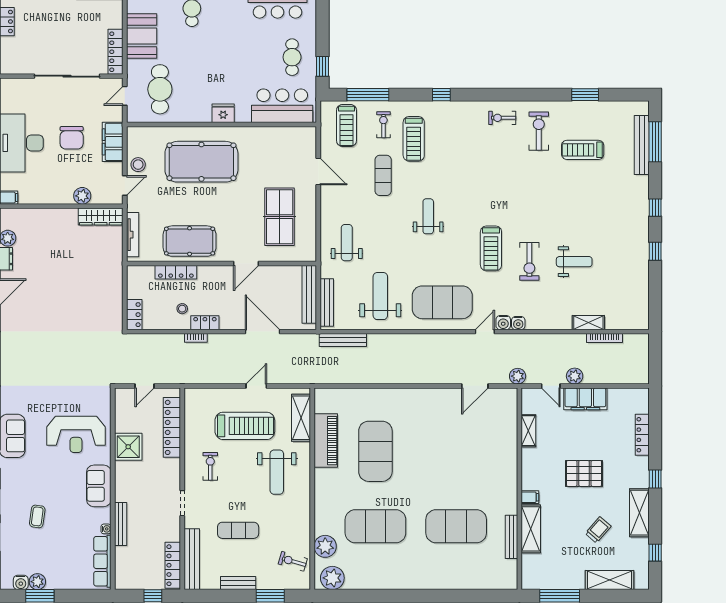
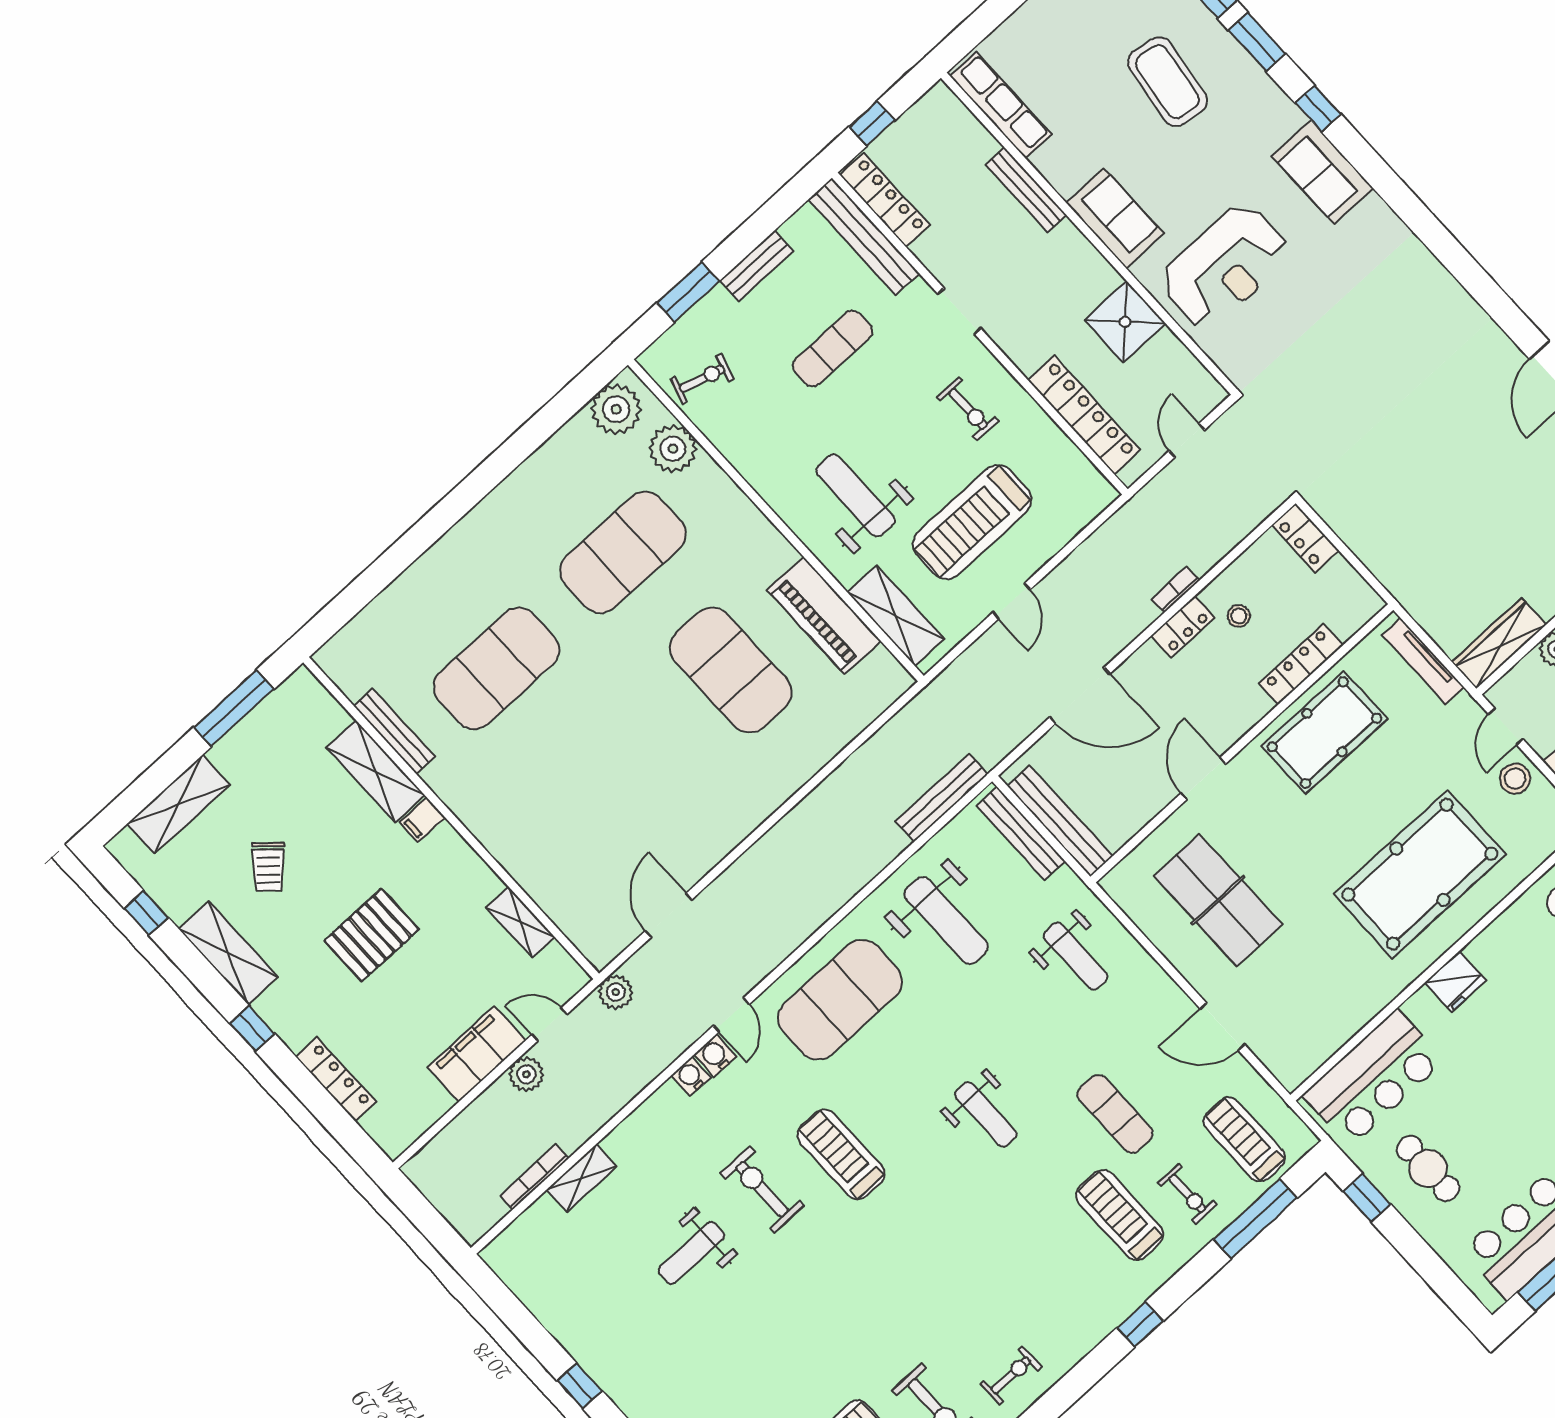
reception desk: (76, 434) -> (1225, 266), turned 180
coffee table: (37, 516) -> (1167, 82), width x1.86, depth x1.72
water cooler: (106, 529) -> (1042, 161), removed

